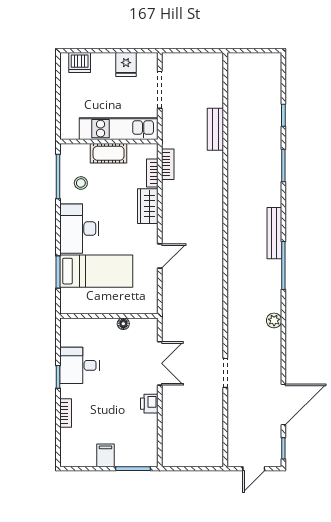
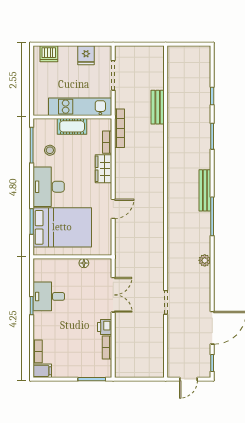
bookcase: (168, 164) -> (120, 128), width x1.56
bed: (96, 271) -> (62, 227), width x1.50
bookcase: (66, 413) -> (38, 351), moved
bookcase: (152, 429) -> (107, 348), added
filing cabinet: (106, 455) -> (42, 371), moved, turned 90

